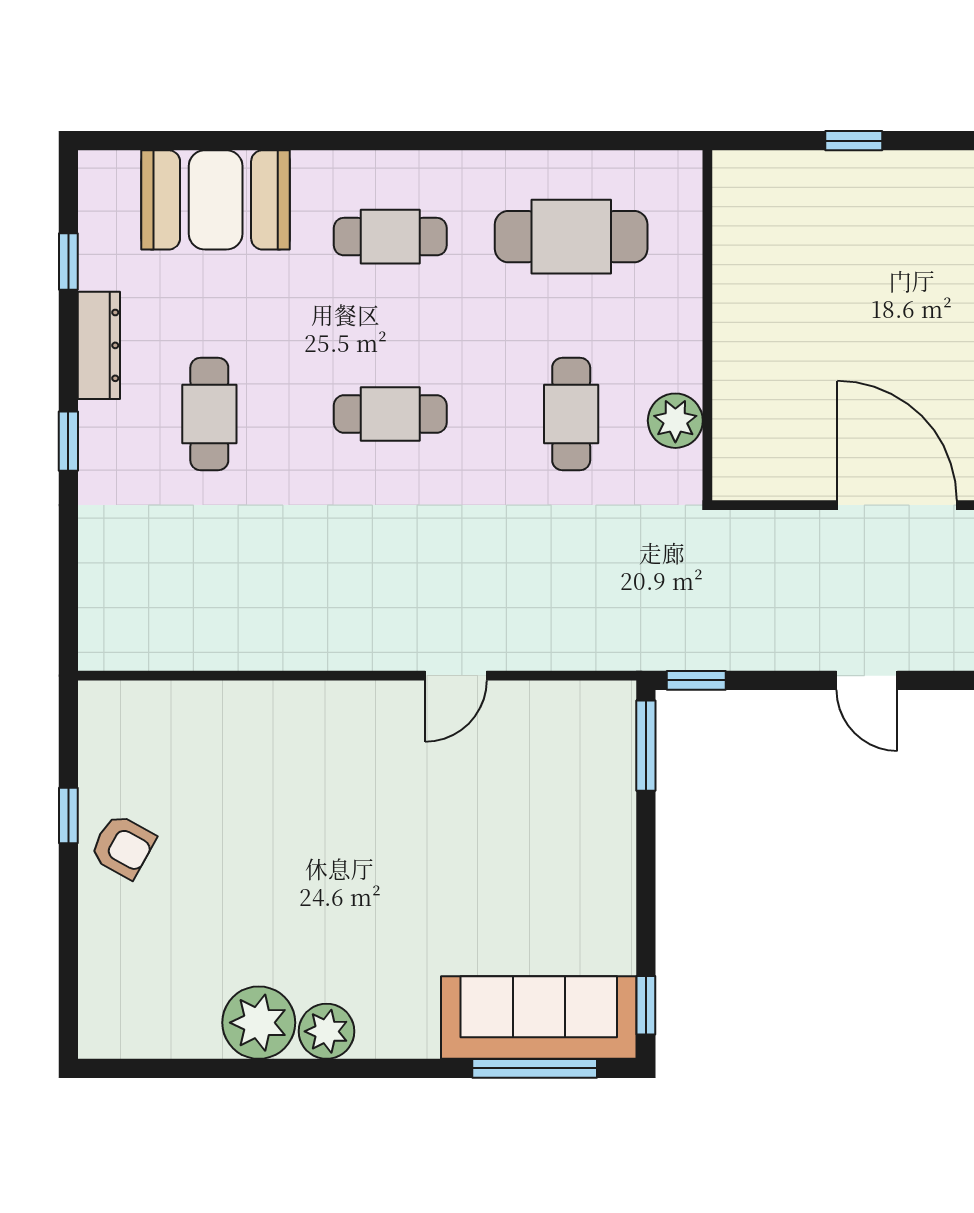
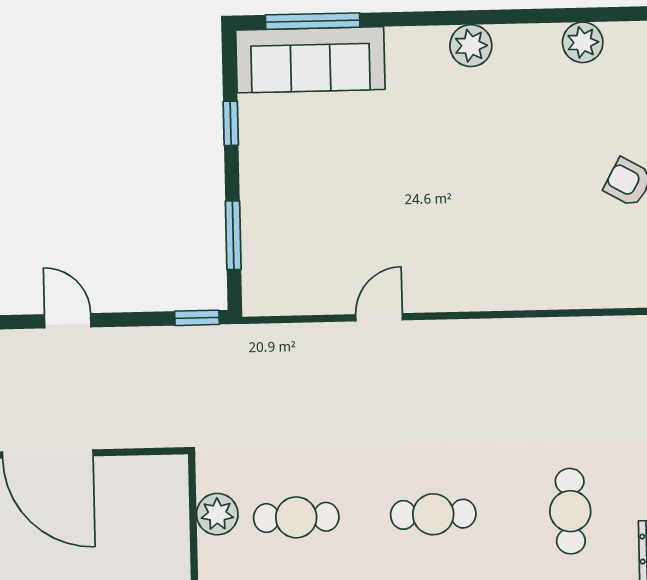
cafe table: (571, 414) -> (296, 517), turned 90
window: (646, 746) -> (233, 235), moved
window: (646, 1005) -> (231, 123), moved
plant: (259, 1023) -> (583, 42), moved, width x0.73, depth x0.73

